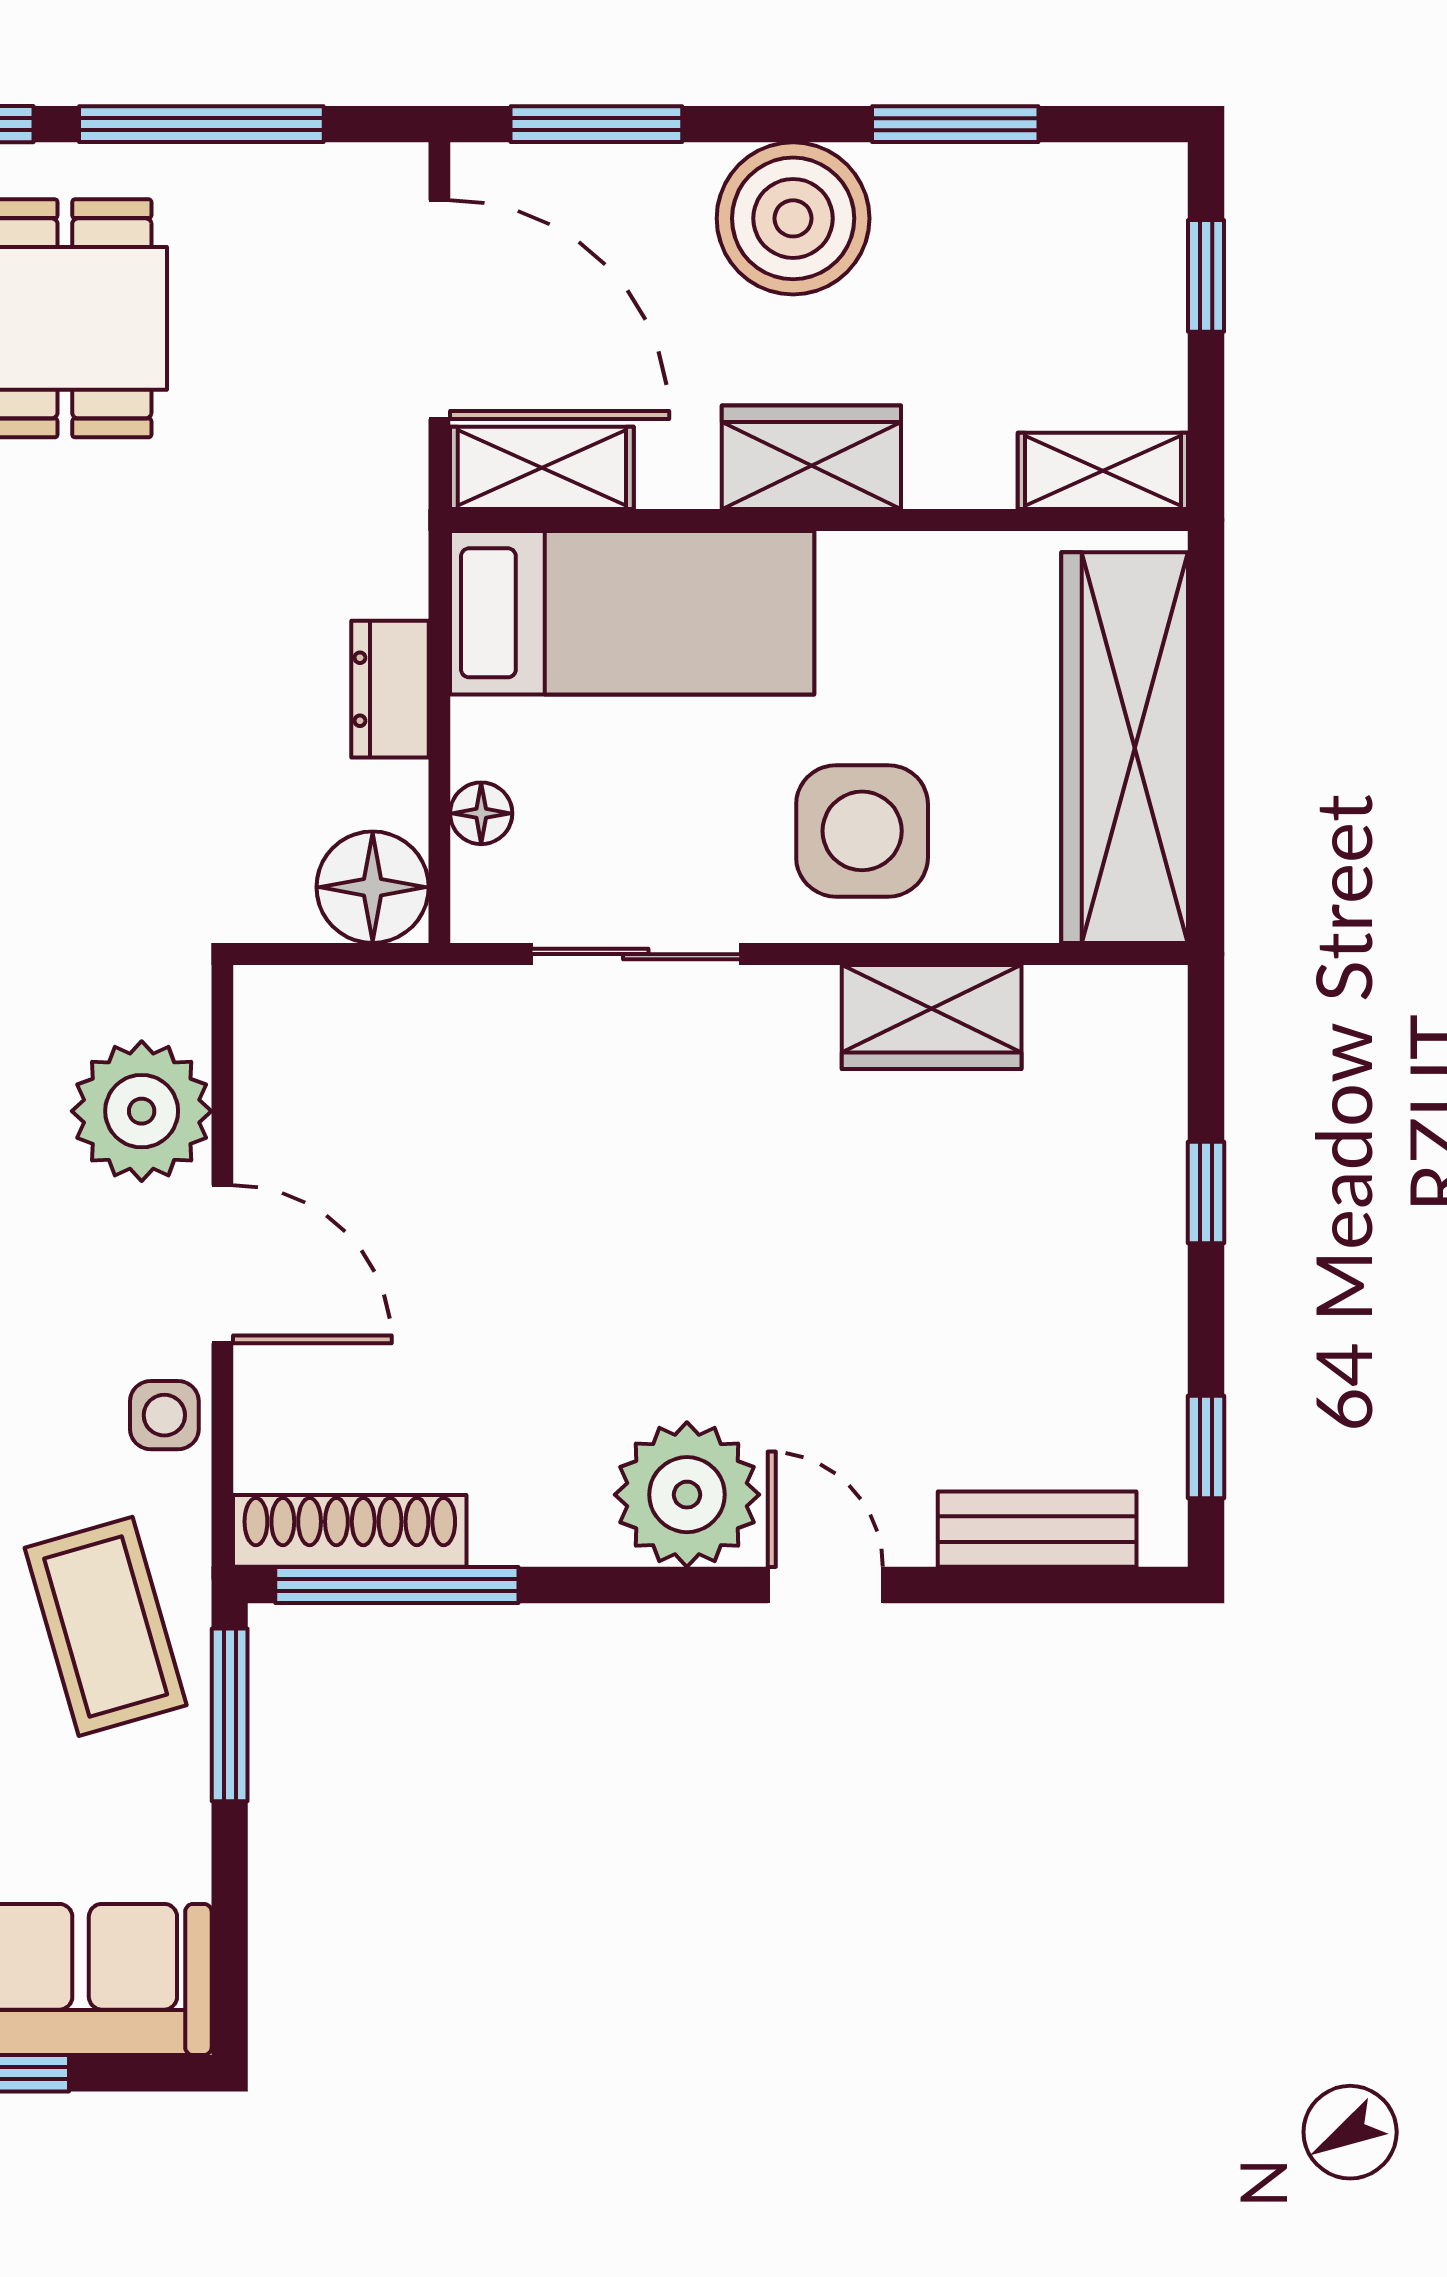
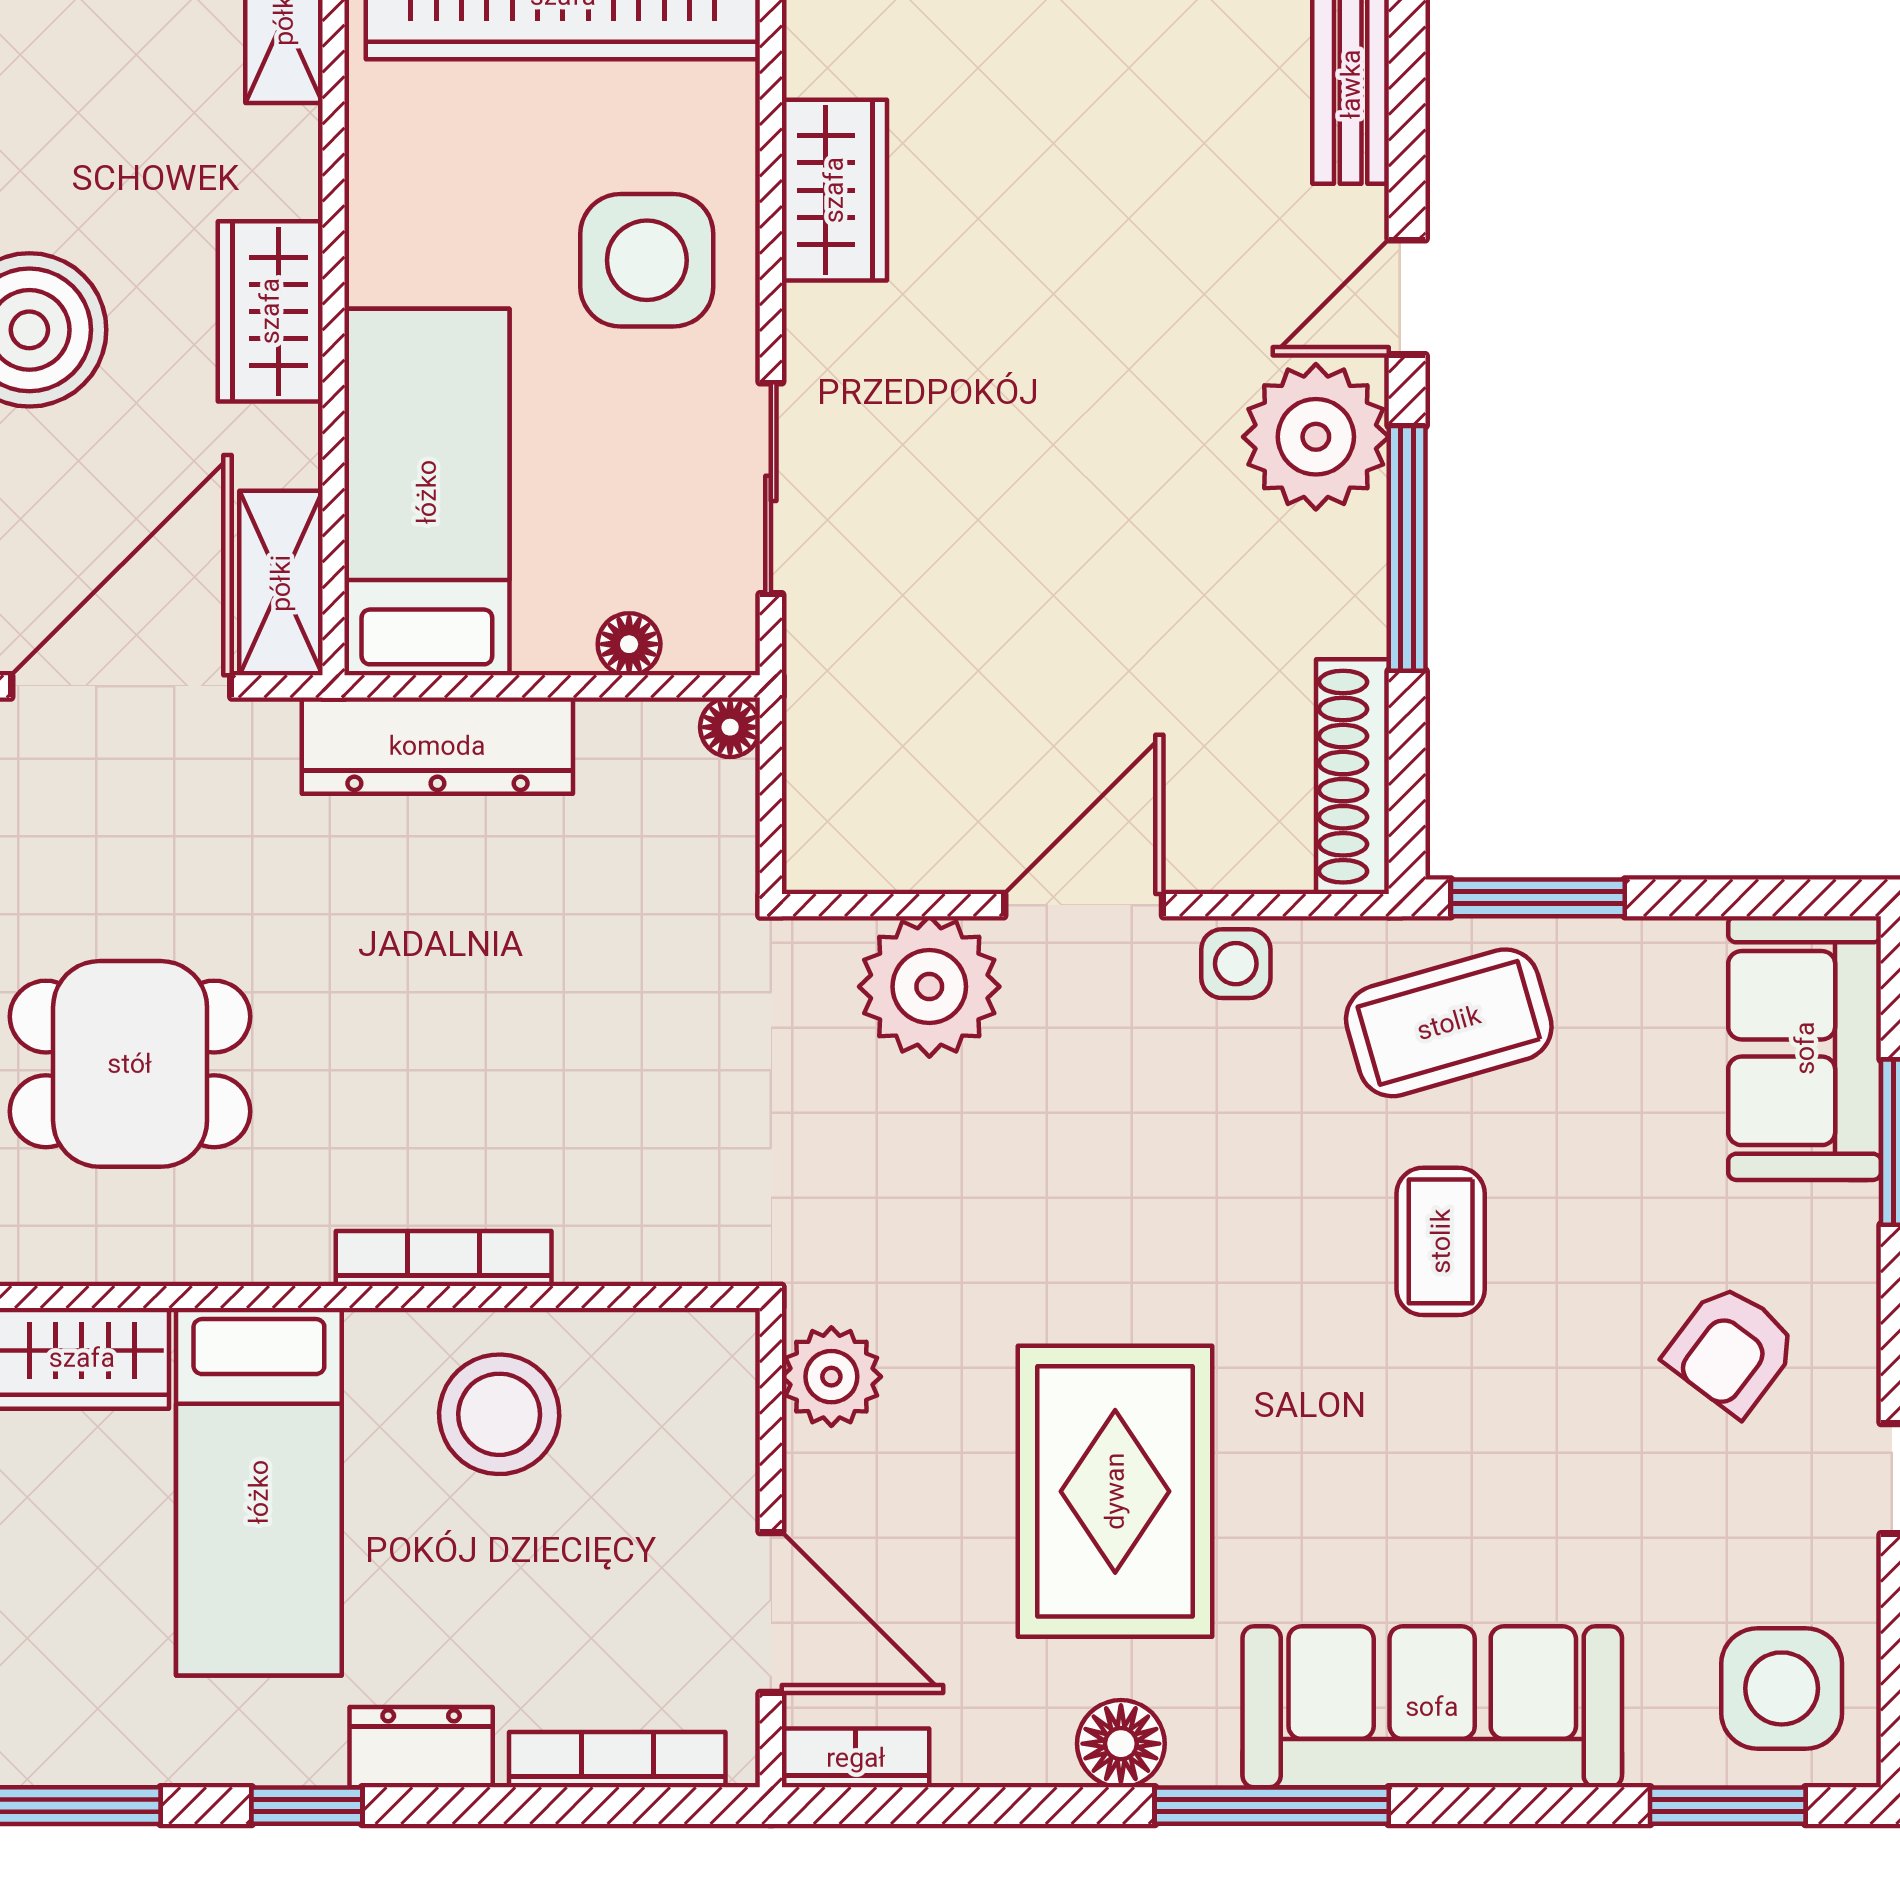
dresser: (390, 689) -> (437, 746), width x1.96, depth x1.24
floor lamp: (373, 887) -> (730, 727), width x0.53, depth x0.53
window: (397, 1585) -> (1407, 548), moved

